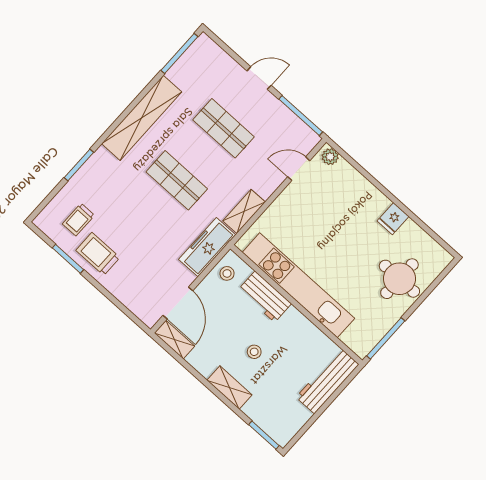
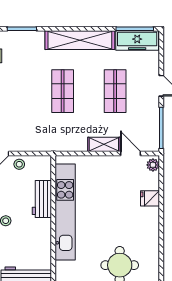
shelving: (244, 211) -> (104, 144), moved
fridge: (393, 219) -> (150, 198), moved
freezer: (207, 247) -> (137, 40), moved, turned 180
stool: (227, 273) -> (19, 164), moved

